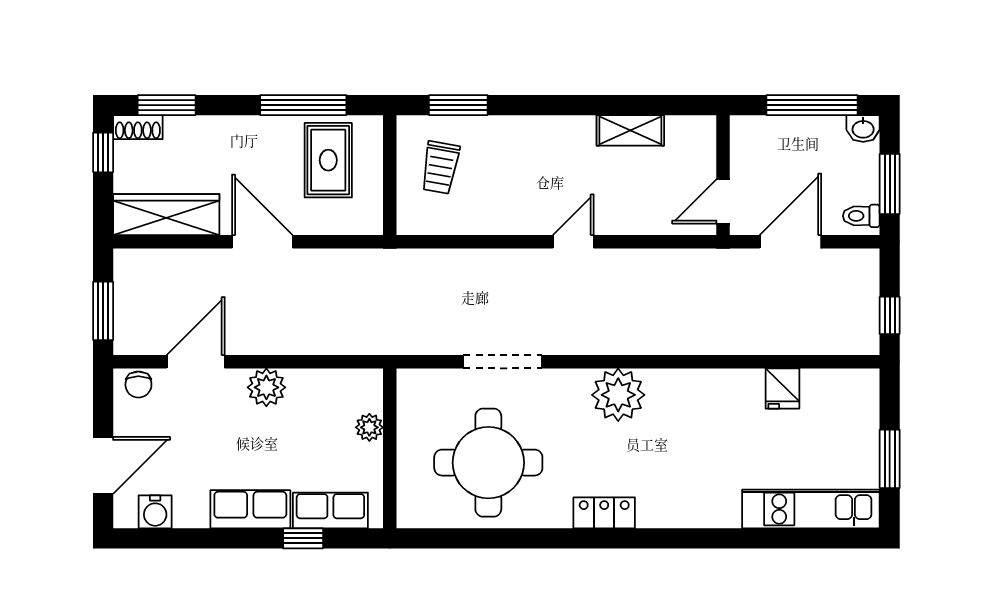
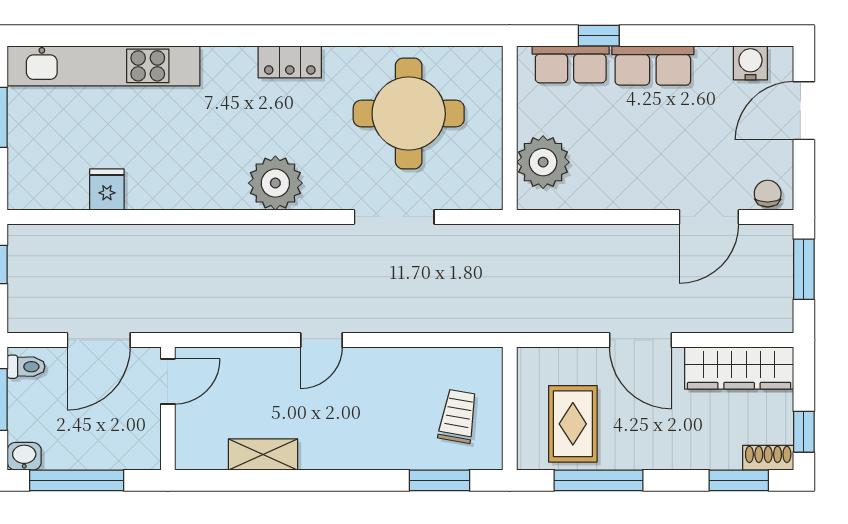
plant: (266, 387) -> (636, 191), removed
plant: (369, 427) -> (543, 162), width x1.88, depth x1.88
kitchen unit: (811, 509) -> (103, 66), width x1.36

